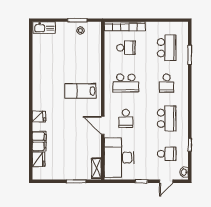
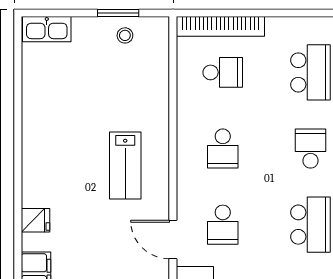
school desk: (126, 83) -> (223, 149), width x0.54
school desk: (167, 83) -> (311, 149), turned 180
lab bench: (81, 91) -> (125, 166), turned -90

